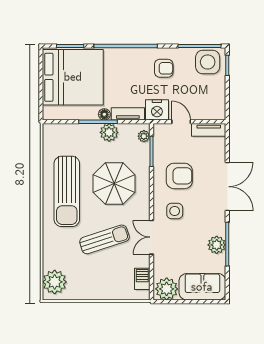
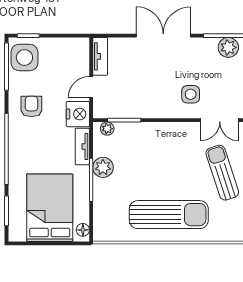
bed: (73, 77) -> (50, 208), width x0.73
floor lamp: (104, 114) -> (83, 230), moved
armchair: (179, 176) -> (151, 89), removed
parasol: (114, 183) -> (160, 162), removed

